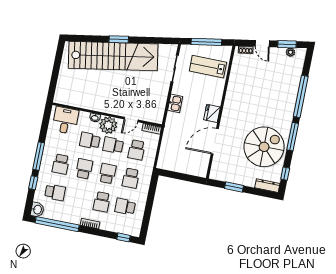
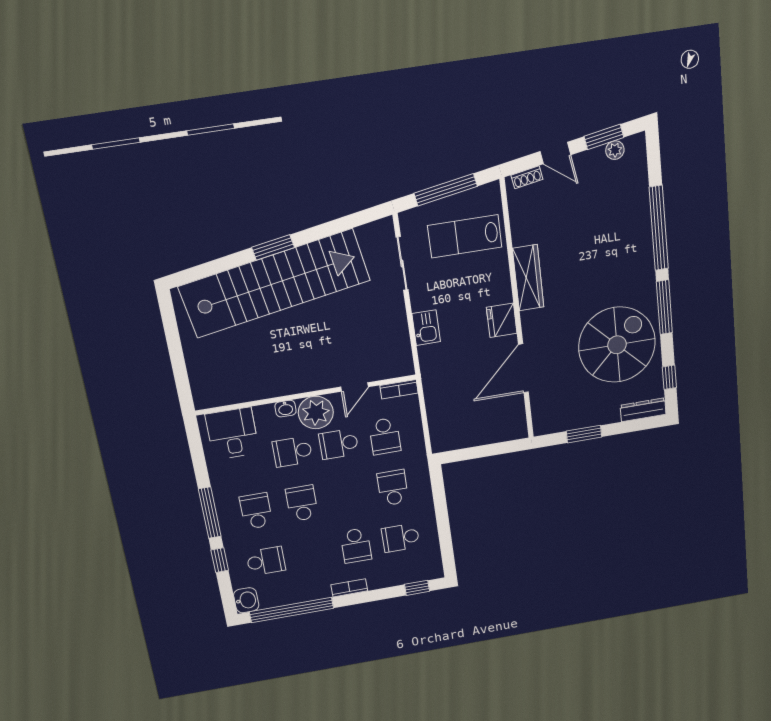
wardrobe: (231, 97) -> (528, 278), added
school desk: (61, 164) -> (256, 511), turned 180
school desk: (107, 173) -> (347, 495), removed
school desk: (131, 178) -> (393, 488), turned 180

